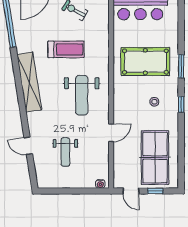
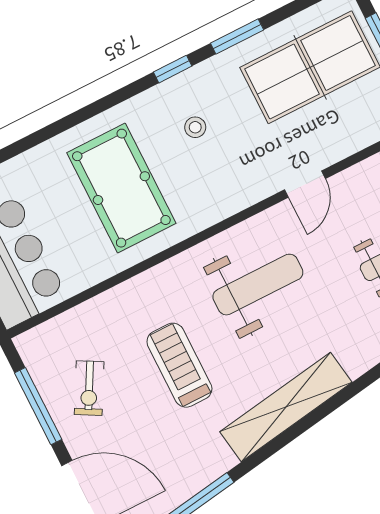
window: (181, 66) -> (237, 36), moved
door: (111, 133) -> (305, 184), swing flipped

